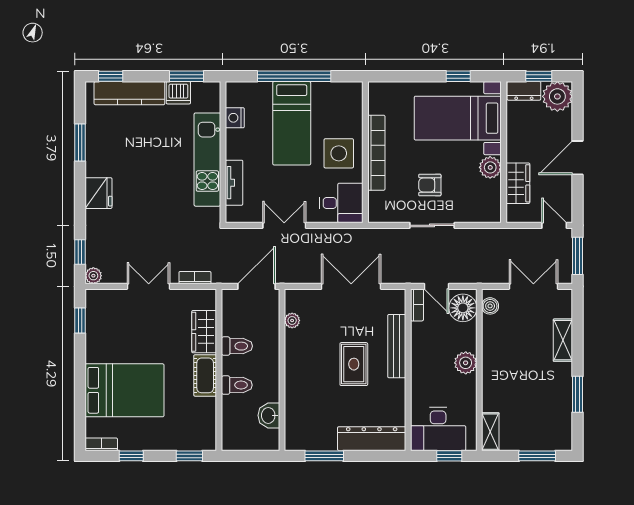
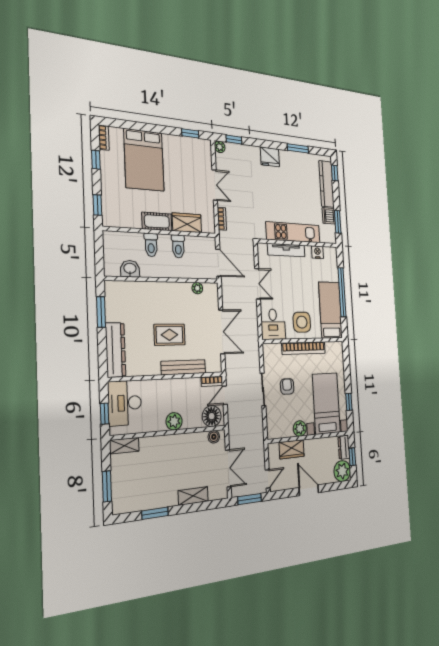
bed: (292, 123) -> (330, 310), moved, turned 90
tv unit: (234, 183) -> (286, 250), width x1.41

